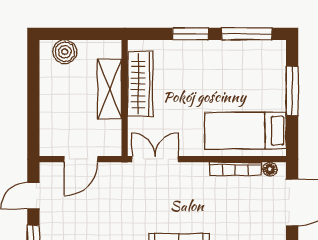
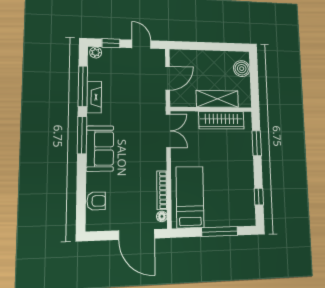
window: (190, 34) -> (257, 143), moved
window: (247, 34) -> (259, 197), width x0.46
door: (81, 159) -> (168, 78), swing flipped

